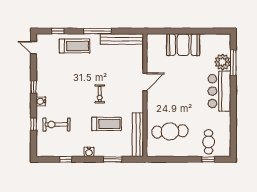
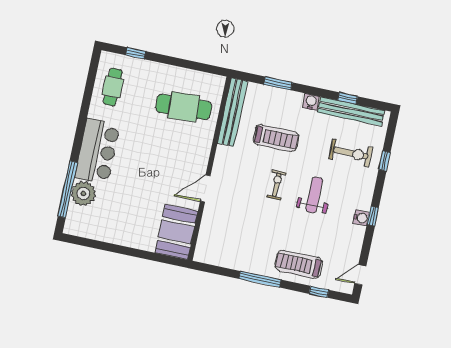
bench: (122, 39) -> (351, 111), moved
booth: (183, 45) -> (176, 232), moved, turned 90
door: (34, 48) -> (360, 275), swing flipped
window: (233, 63) -> (68, 189), width x1.46
weight bench: (74, 93) -> (314, 195), added
water cooler: (41, 101) -> (361, 218), moved
treadmill: (106, 124) -> (276, 138), turned 180
cafe table: (209, 142) -> (113, 87), moved

